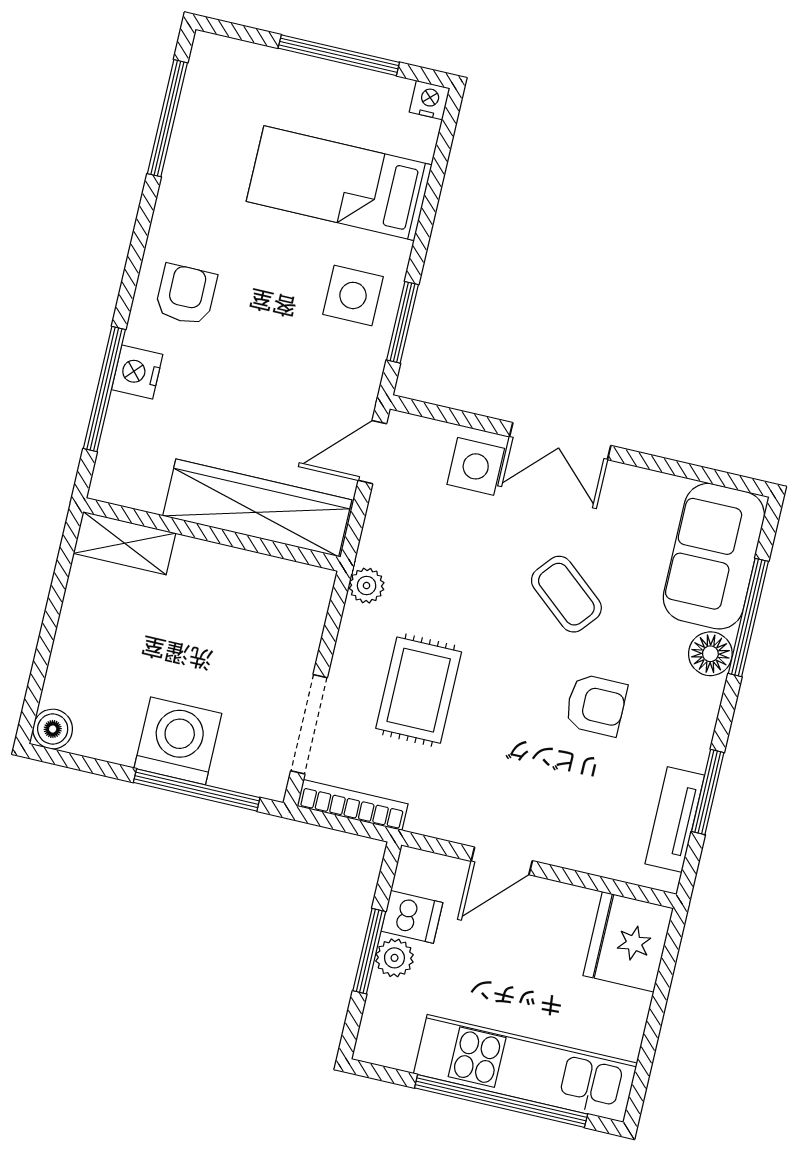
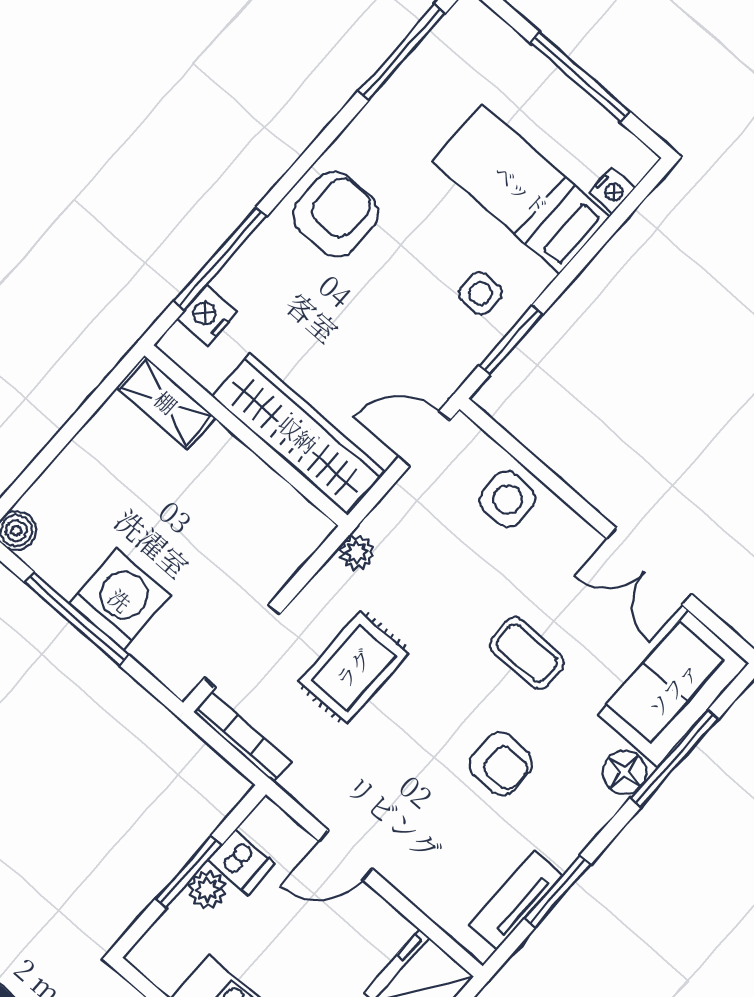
nightstand: (429, 100) -> (612, 190), moved, turned 90
armchair: (186, 295) -> (335, 214), width x1.38, depth x1.38
side table: (353, 295) -> (480, 293), width x0.73, depth x0.73
nightstand: (137, 372) -> (207, 316), moved
double door: (560, 441) -> (649, 566), moved
coffee table: (566, 594) -> (527, 653), turned -40
window: (197, 790) -> (77, 619), moved

